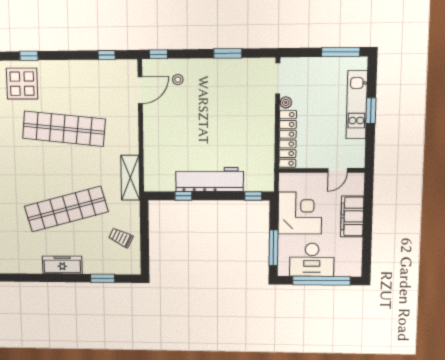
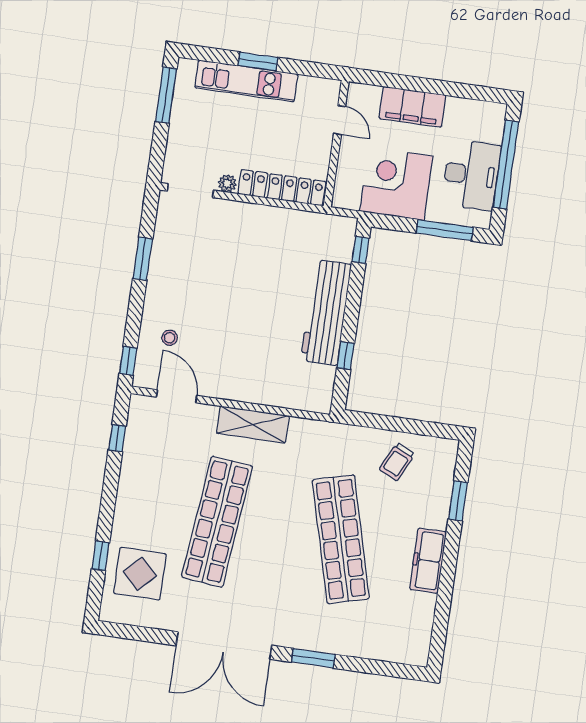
shelving: (130, 178) -> (253, 425), moved

